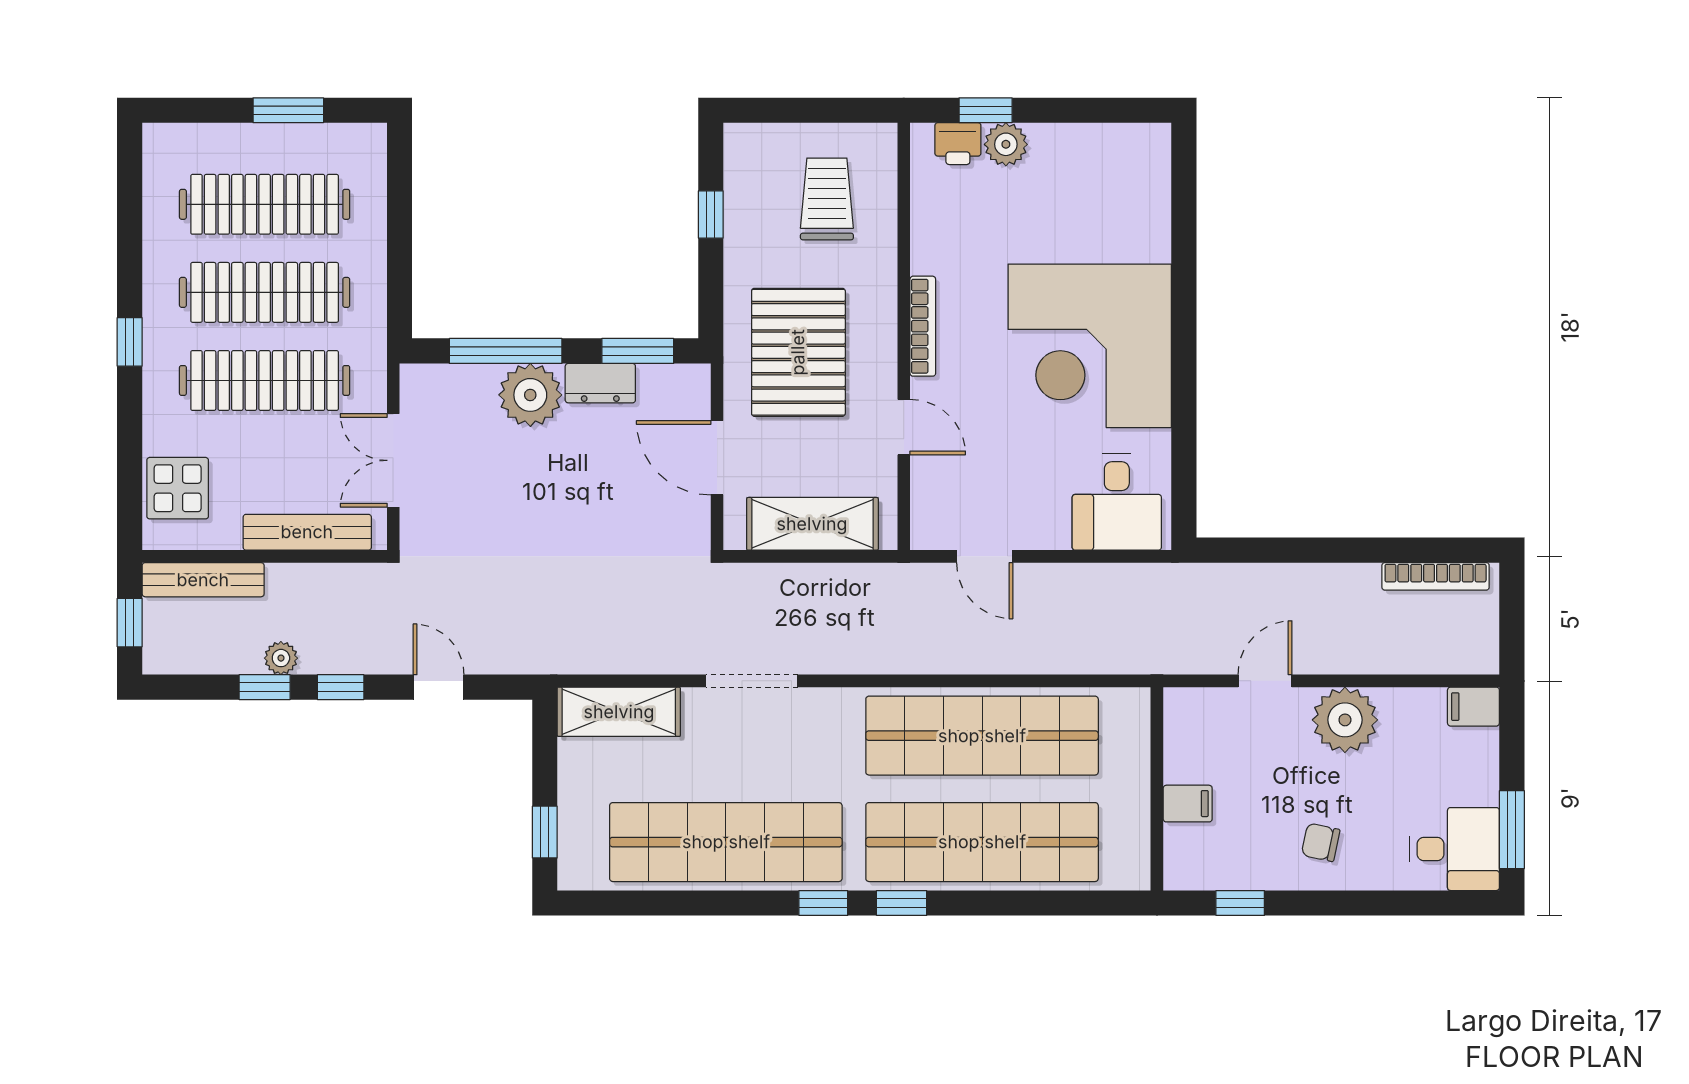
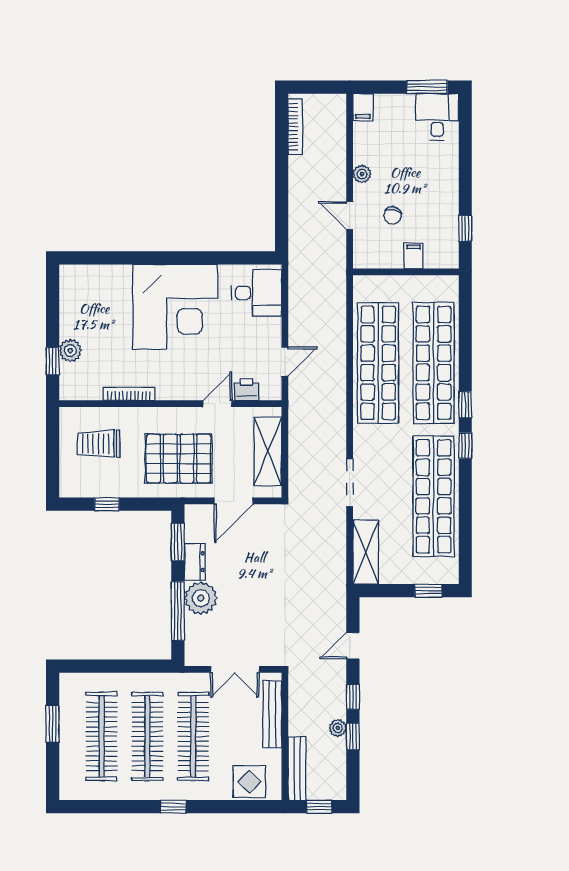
printer: (958, 144) -> (246, 390), moved, turned -90
bookcase: (923, 326) -> (129, 394), moved
plant: (1345, 720) -> (362, 174), width x0.53, depth x0.53
chair: (1321, 842) -> (393, 215), moved

